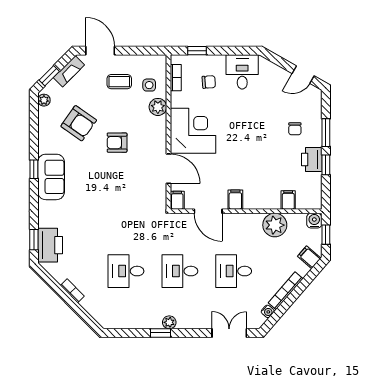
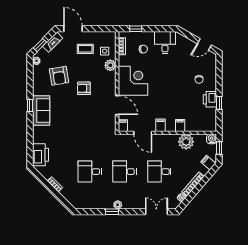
armchair: (79, 123) -> (59, 76), turned 46
window: (326, 133) -> (219, 82), removed
filing cabinet: (288, 200) -> (180, 125), moved
window: (34, 240) -> (30, 151), removed

